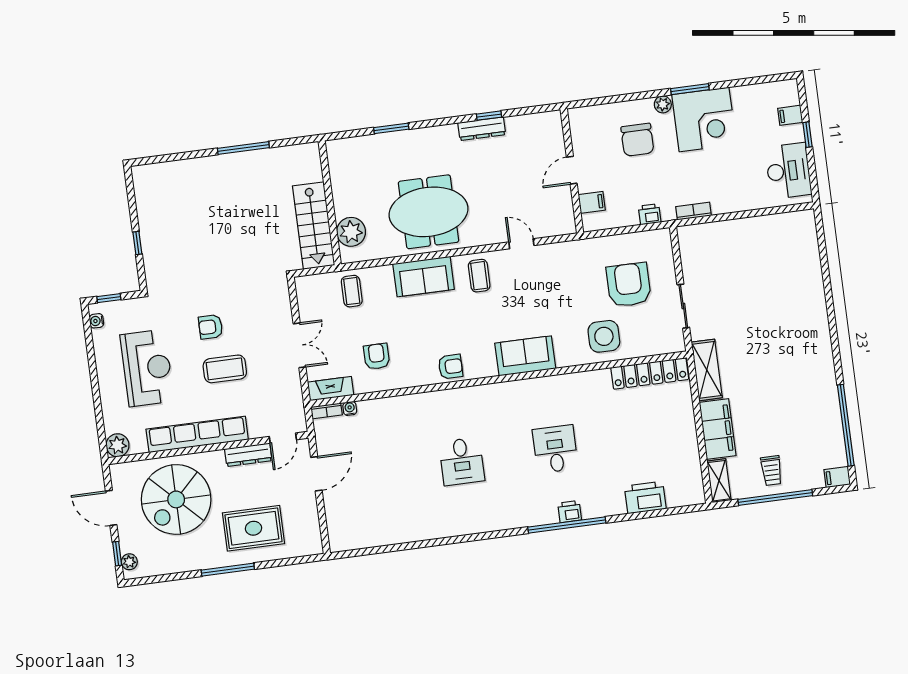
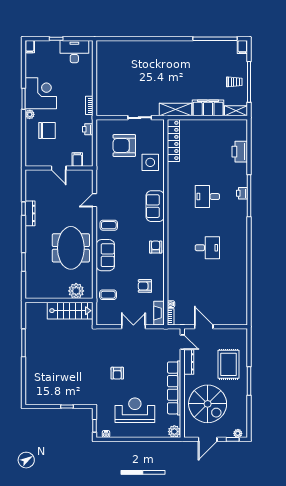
filing cabinet: (790, 115) -> (30, 47), moved
coffee table: (225, 369) -> (141, 368), removed

